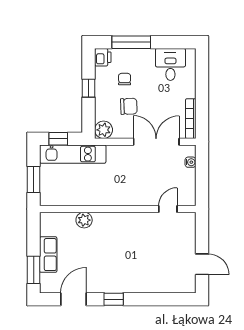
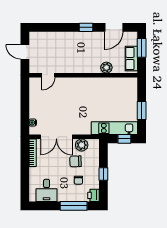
plant: (104, 130) -> (82, 145), moved
wall: (118, 209) -> (83, 75), moved
door: (168, 209) -> (48, 75), moved
plant: (84, 220) -> (106, 68), moved

